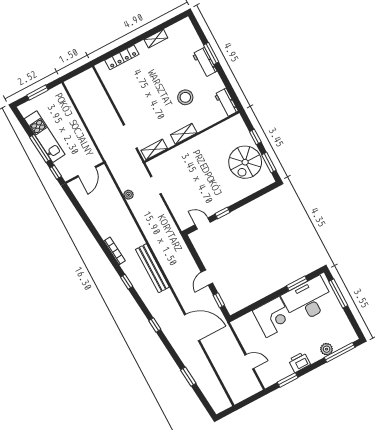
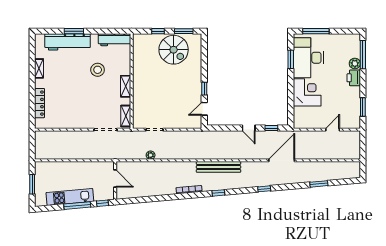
workbench: (205, 62) -> (68, 42), width x1.88, depth x1.32
workbench: (226, 103) -> (114, 40), width x1.38
printer: (299, 362) -> (354, 78), moved

